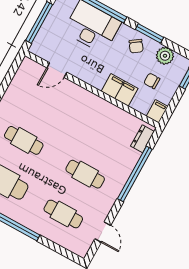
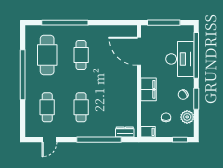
door: (57, 70) -> (139, 51), width x1.87
filing cabinet: (120, 90) -> (149, 89), moved

